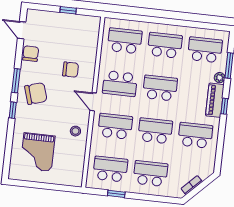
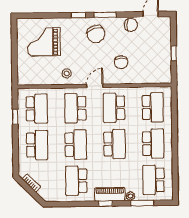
school desk: (205, 50) -> (154, 180), turned 180
school desk: (115, 126) -> (75, 108), turned 180
school desk: (195, 135) -> (76, 181), turned 180

